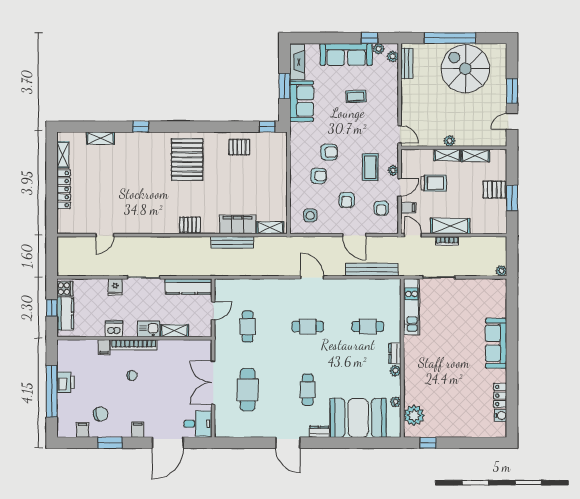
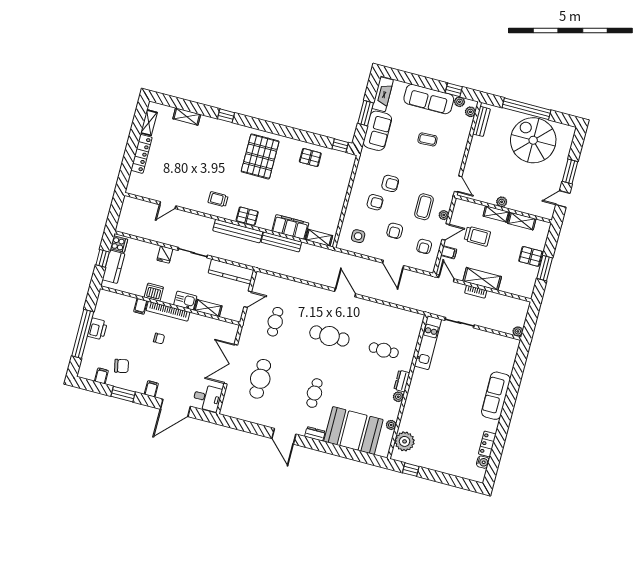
trolley: (155, 215) -> (218, 199), added
bench: (372, 270) -> (238, 231), moved
cafe table: (308, 327) -> (329, 336), width x1.37, depth x1.35

